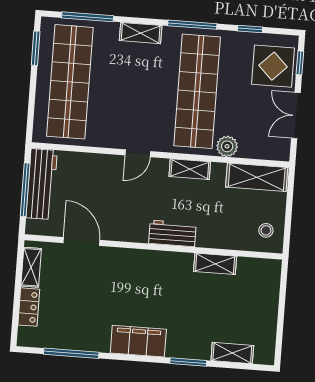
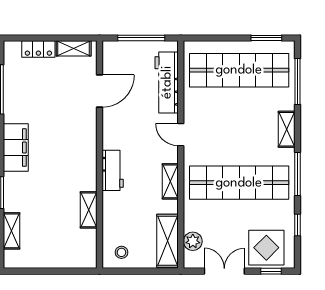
plant: (227, 146) -> (193, 241), moved
workbench: (42, 184) -> (167, 82), moved, turned 90

